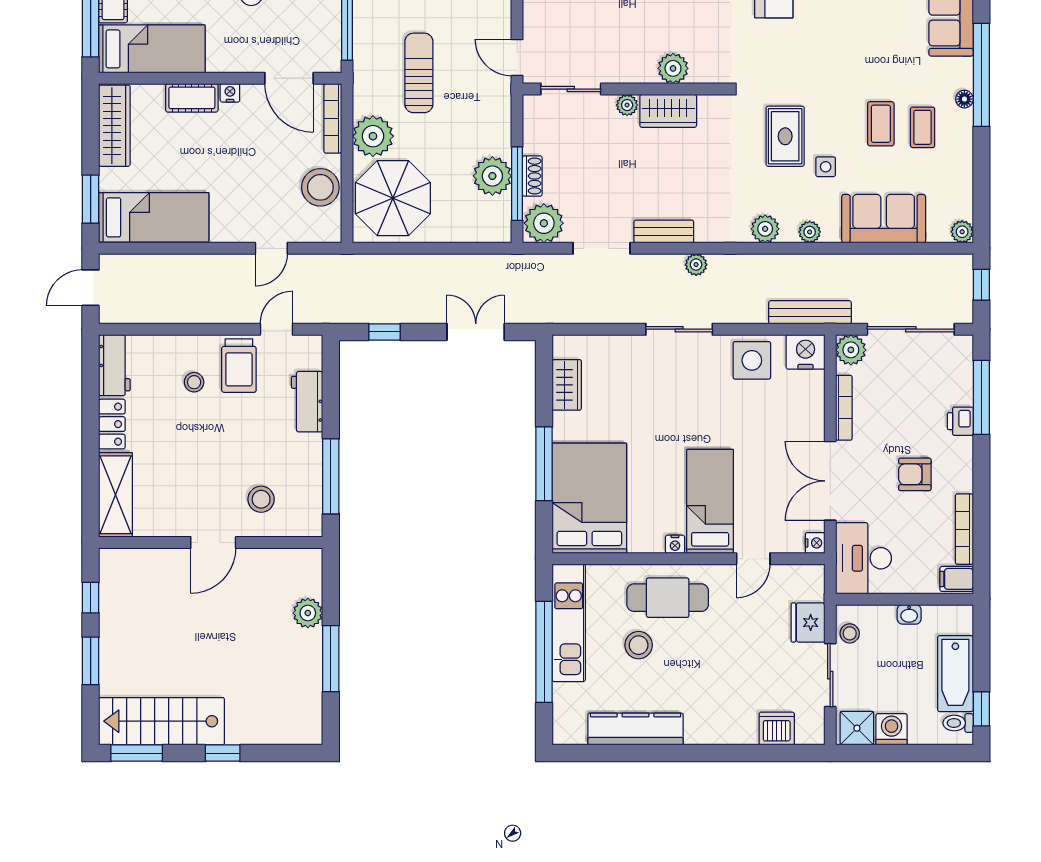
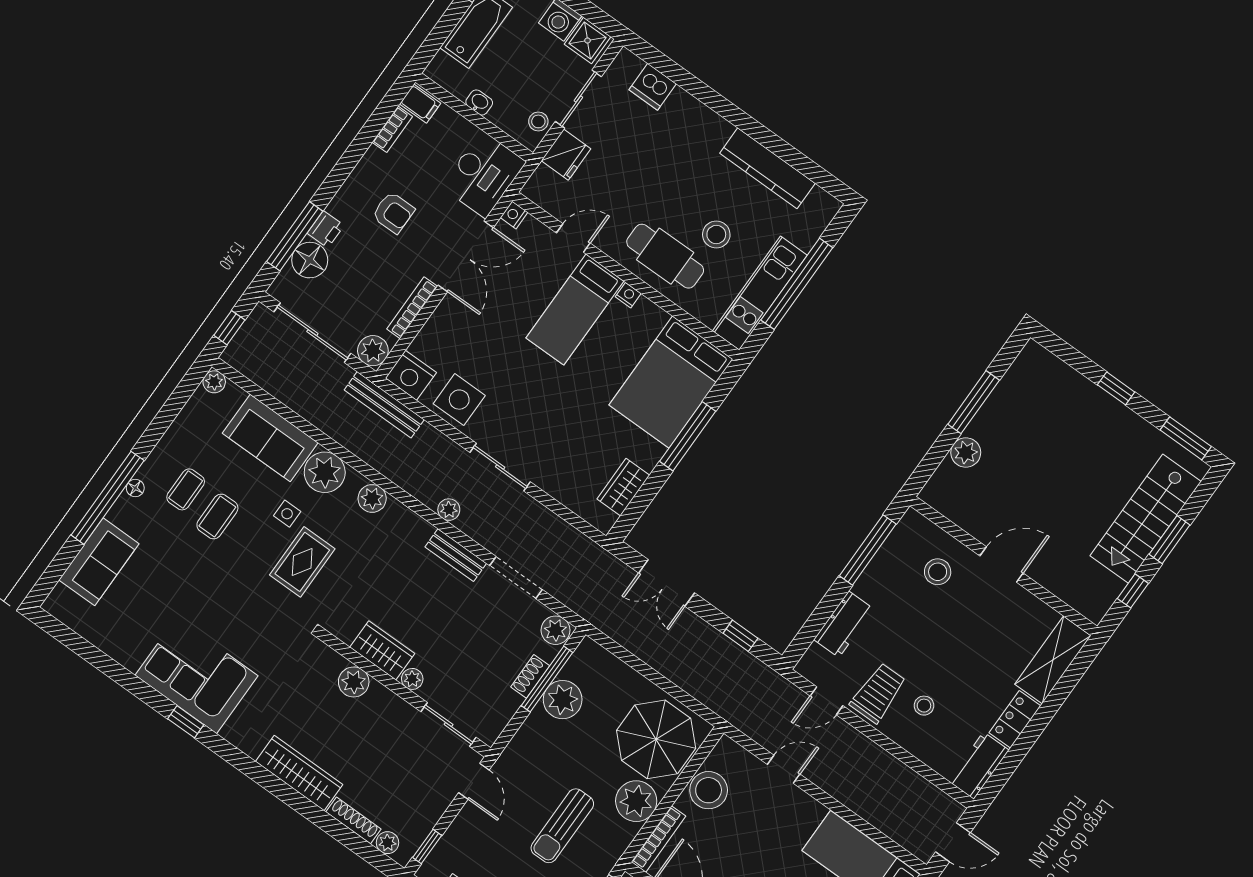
plant: (544, 223) -> (556, 630), width x0.73, depth x0.73
plant: (810, 232) -> (325, 472), width x1.88, depth x1.88
floor lamp: (955, 387) -> (310, 260), added
bookcase: (964, 529) -> (392, 129), width x0.64
stairs: (162, 721) -> (1146, 519), moved, turned 90

